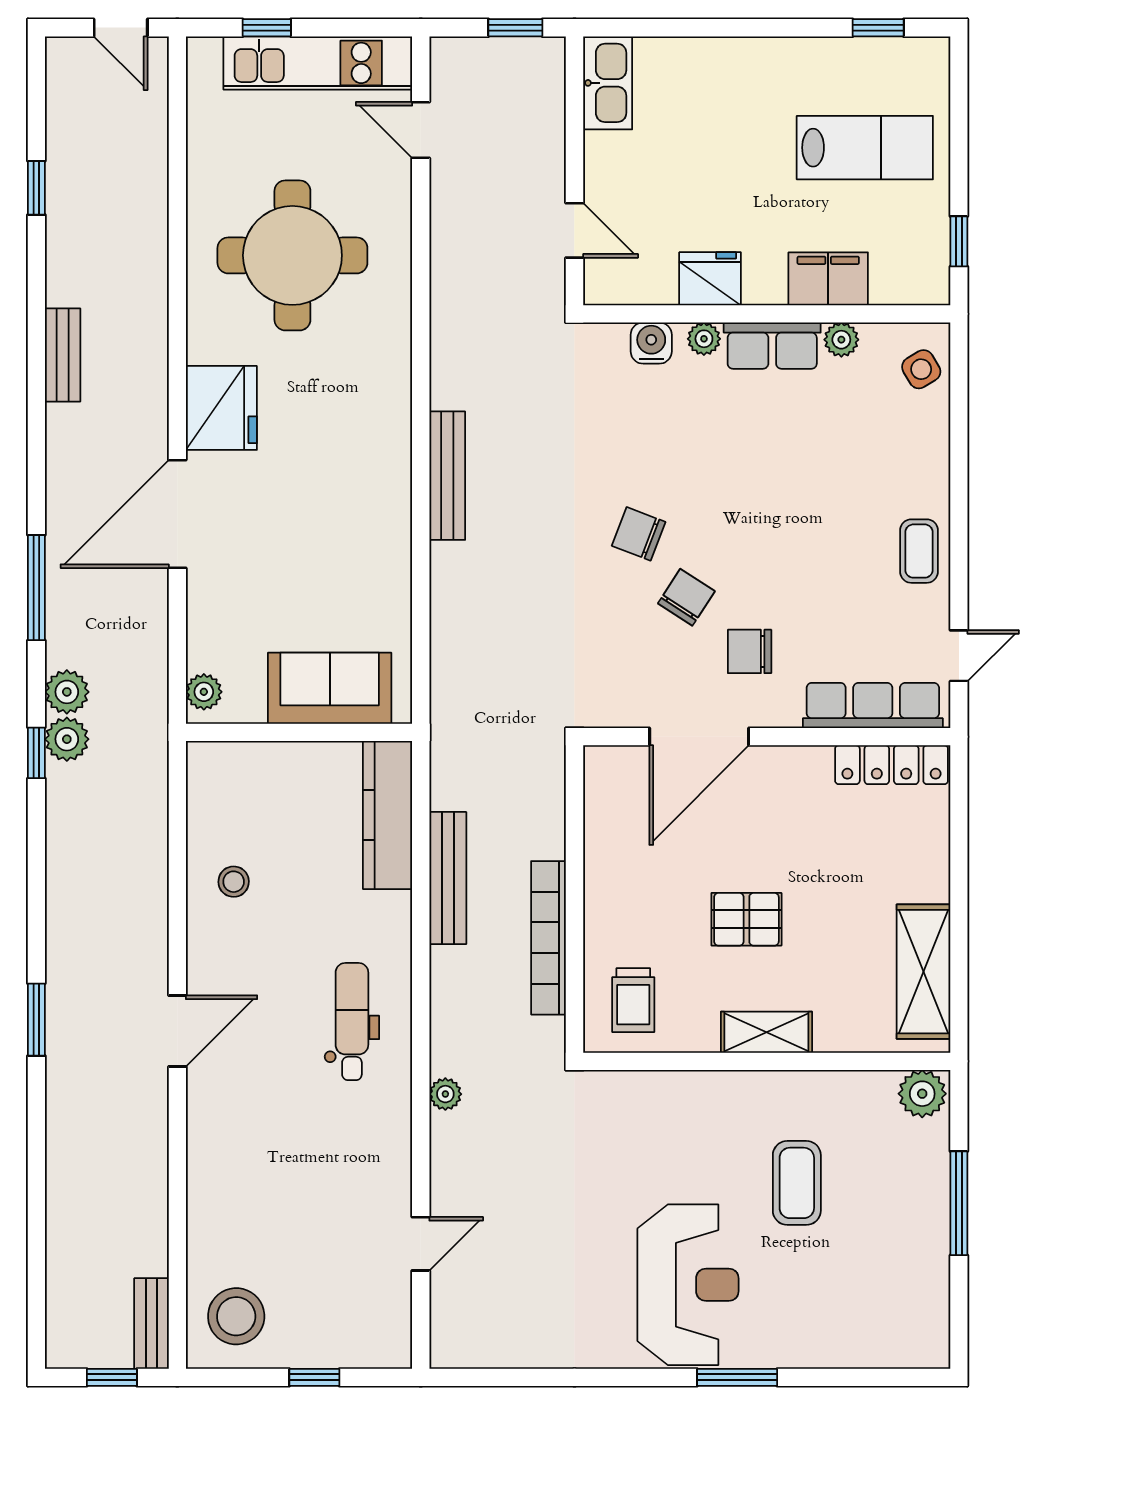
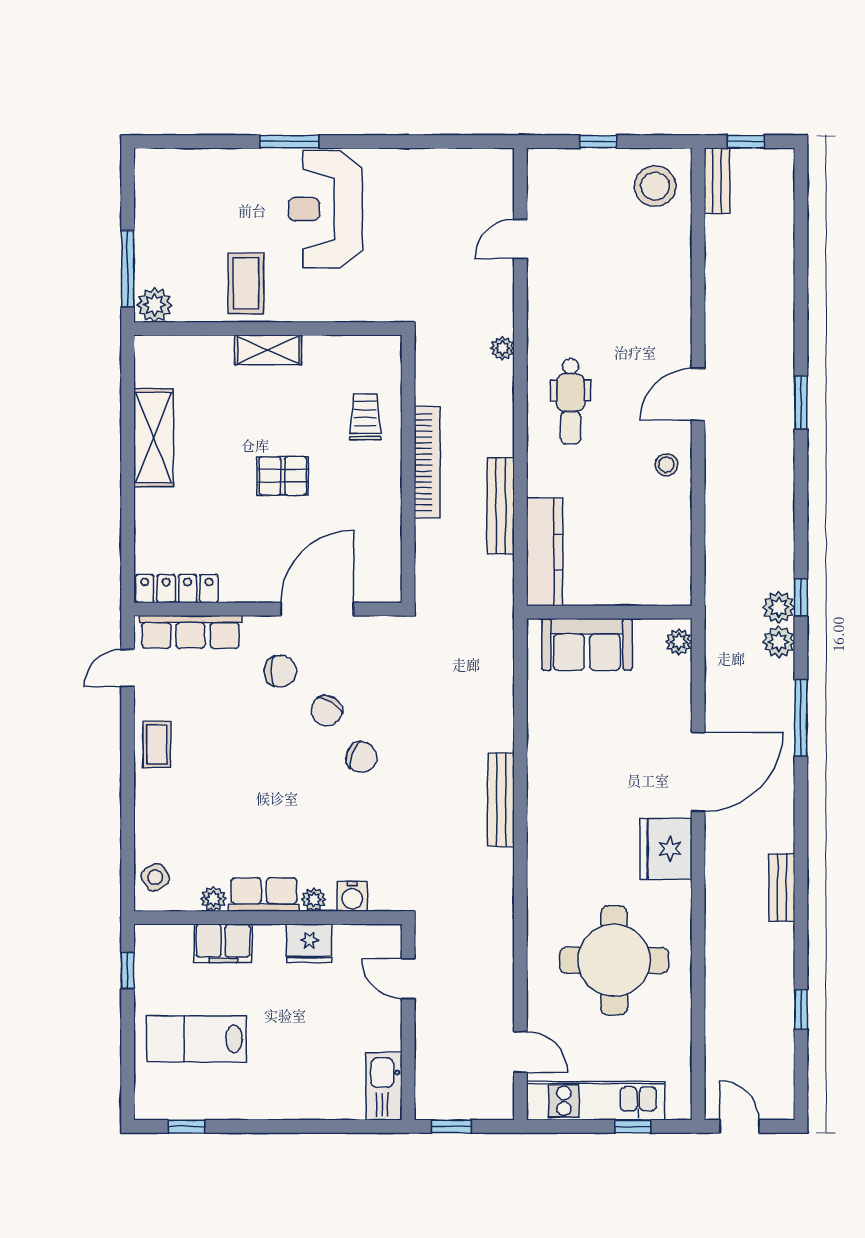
stool: (234, 882) -> (666, 465), moved
shelving: (766, 1032) -> (268, 350), moved
wall: (767, 1061) -> (268, 329), moved
plant: (922, 1094) -> (154, 305), moved

